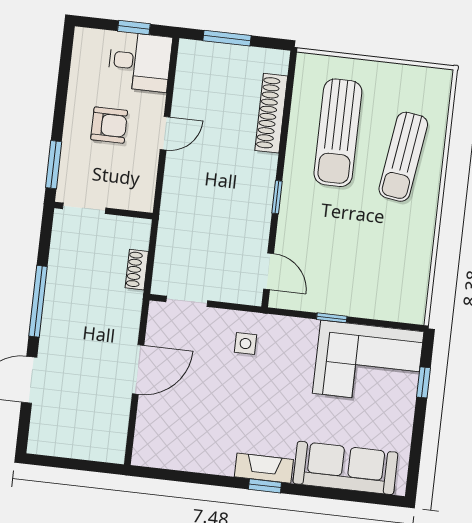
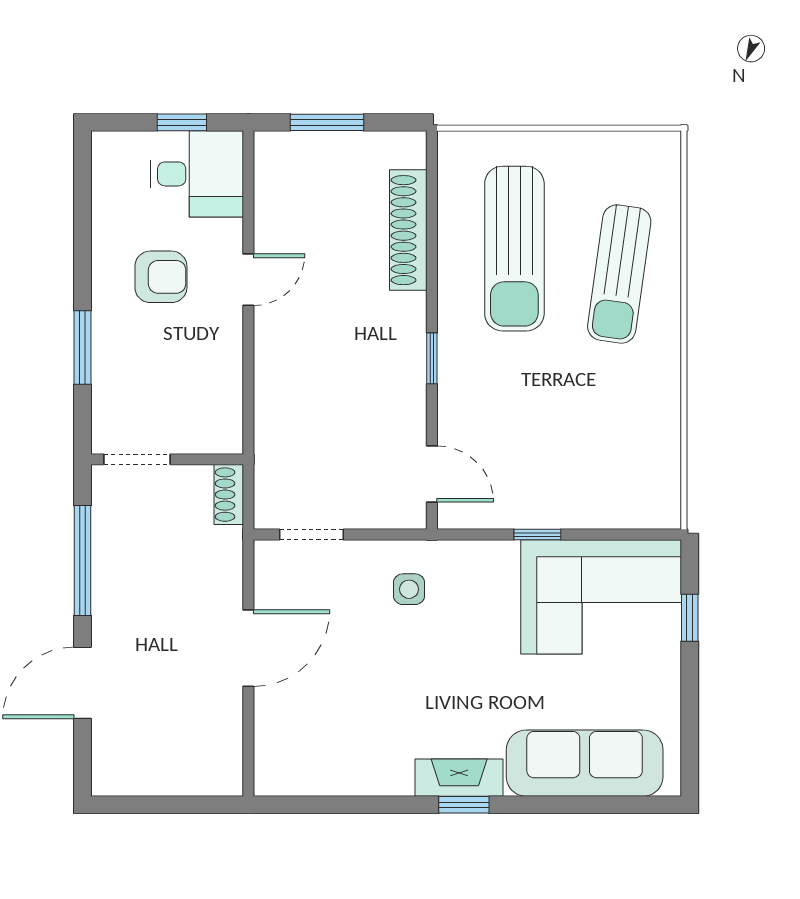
doorway: (84, 208) -> (137, 459), moved
wall: (103, 210) -> (167, 459), moved

